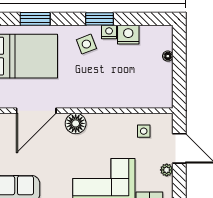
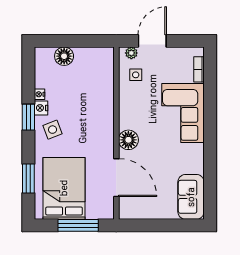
nightstand: (128, 35) -> (40, 94), width x0.53, depth x0.56
floor lamp: (168, 56) -> (64, 56), width x1.89, depth x1.89
plant: (167, 170) -> (131, 53), moved

